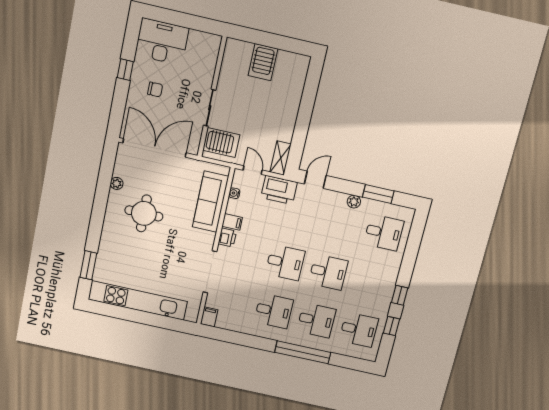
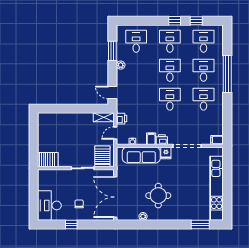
server rack: (263, 62) -> (48, 160), moved
printer: (279, 190) -> (122, 119), width x0.53, depth x0.68
fridge: (206, 239) -> (166, 153), added
desk: (371, 282) -> (170, 41), added

